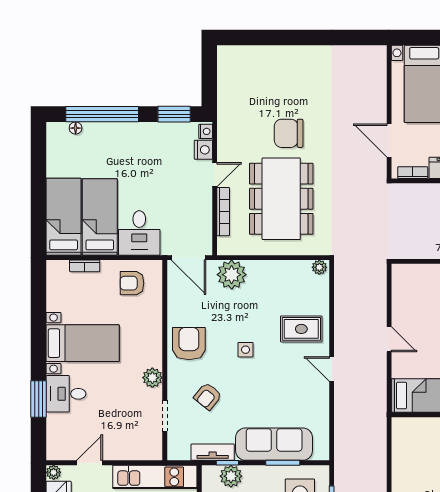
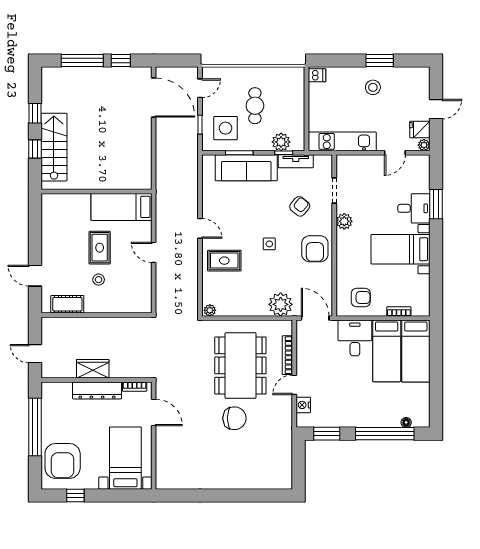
nightstand: (206, 131) -> (301, 420), removed

